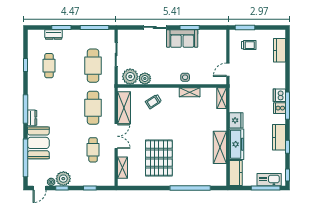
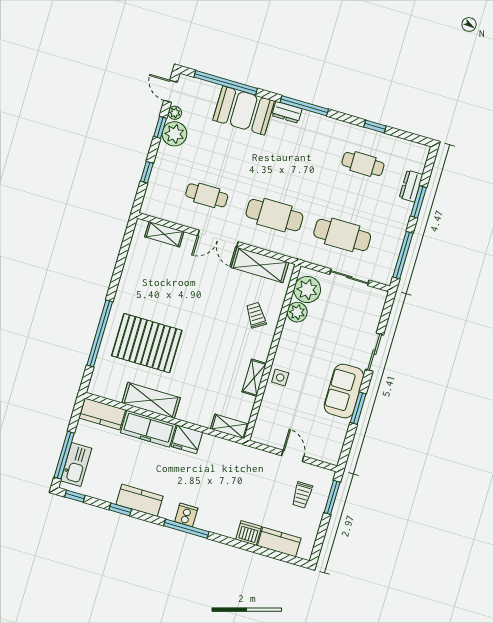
door: (228, 70) -> (293, 456), moved
dishwasher: (279, 95) -> (249, 533), moved
pallet: (159, 158) -> (147, 343), moved

